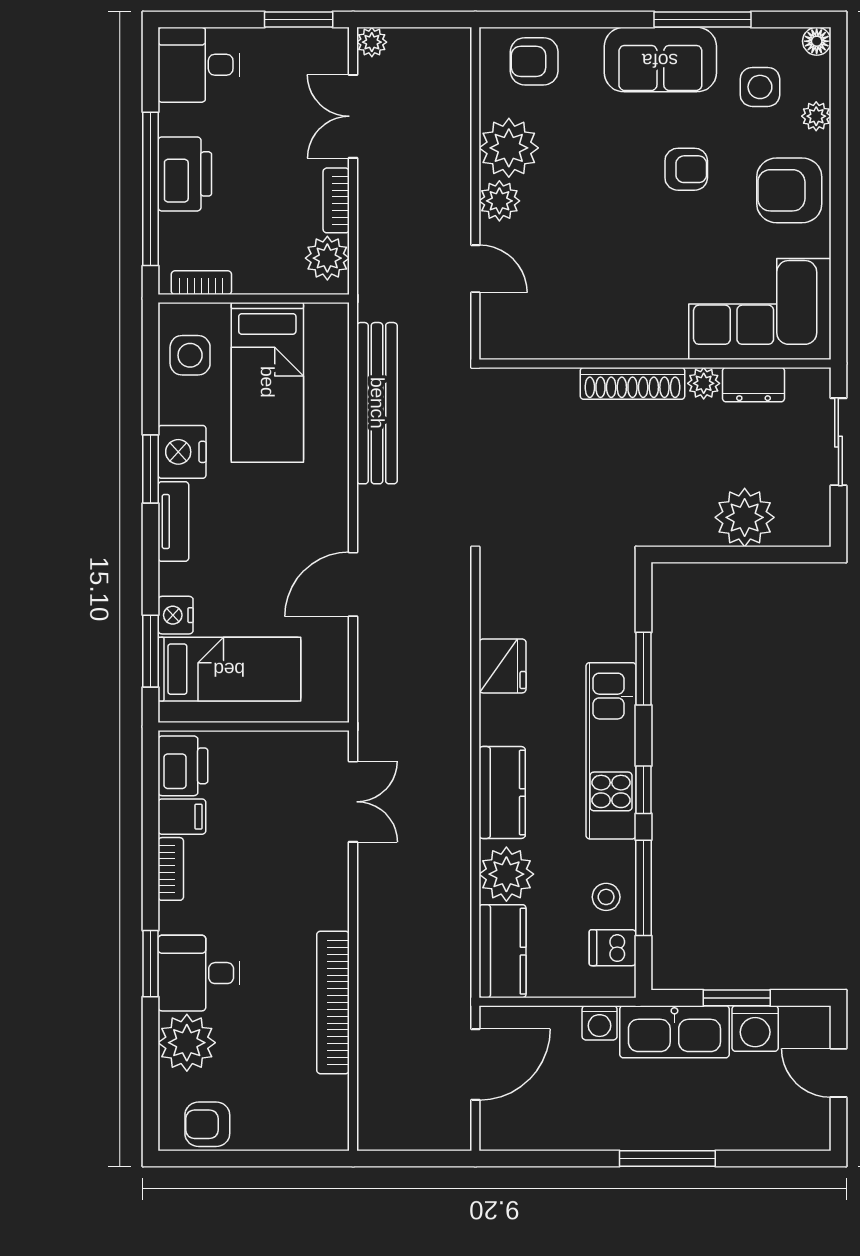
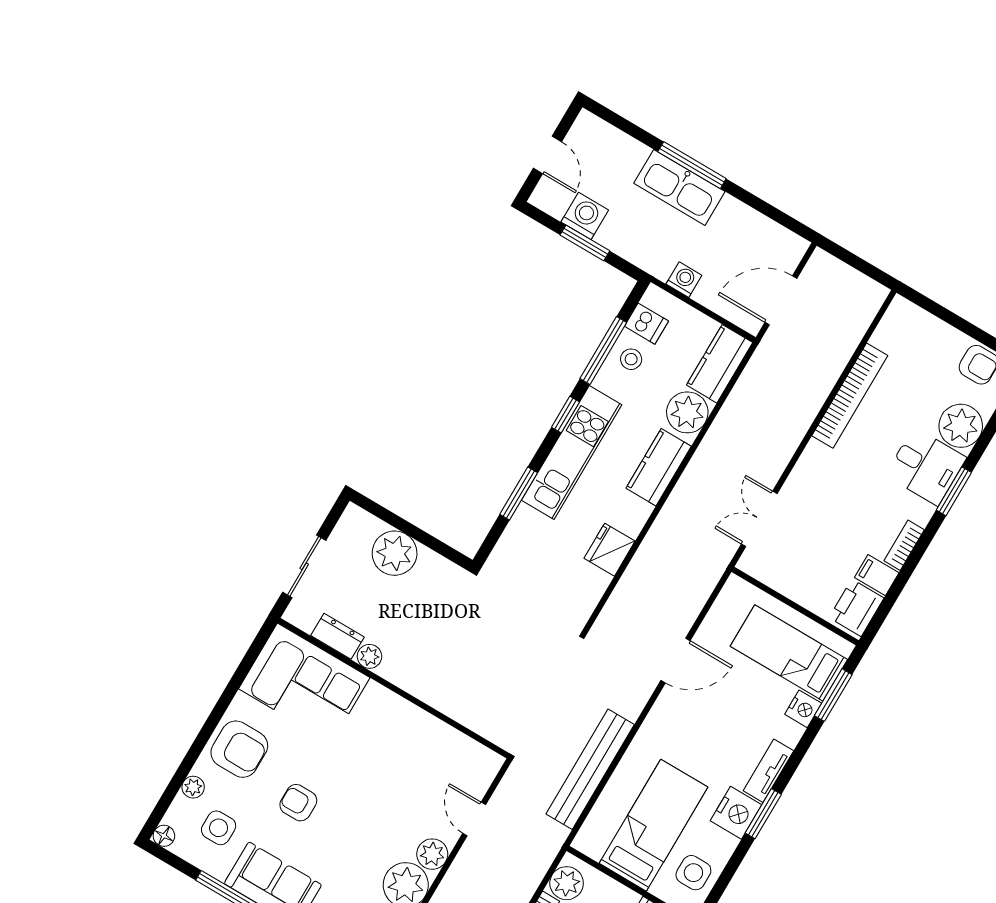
shoe rack: (632, 383) -> (416, 684), removed
kitchen sink: (674, 1032) -> (679, 187), moved, turned 180

